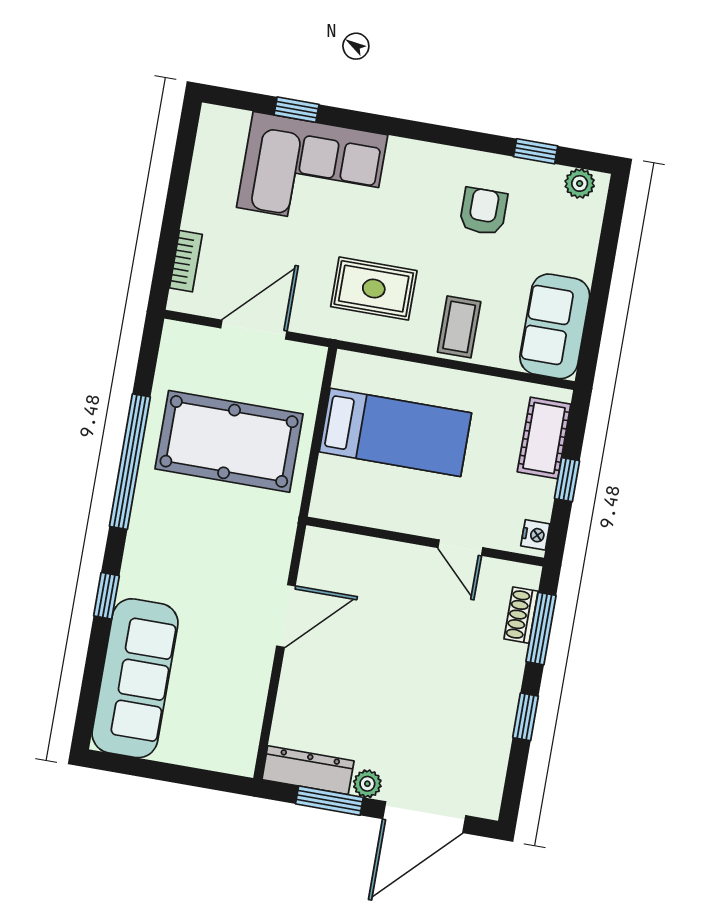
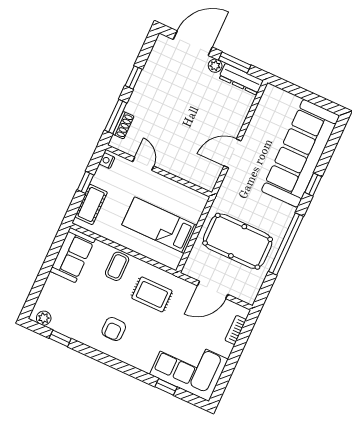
corner sofa: (312, 171) -> (189, 367), moved
armchair: (483, 211) -> (114, 329), moved
sofa: (135, 678) -> (300, 153), width x1.36, depth x1.27

